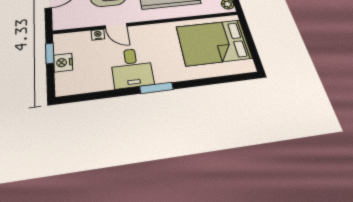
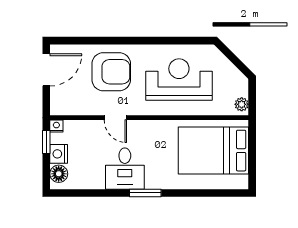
nightstand: (98, 35) -> (56, 126), moved
floor lamp: (64, 81) -> (59, 174), added

